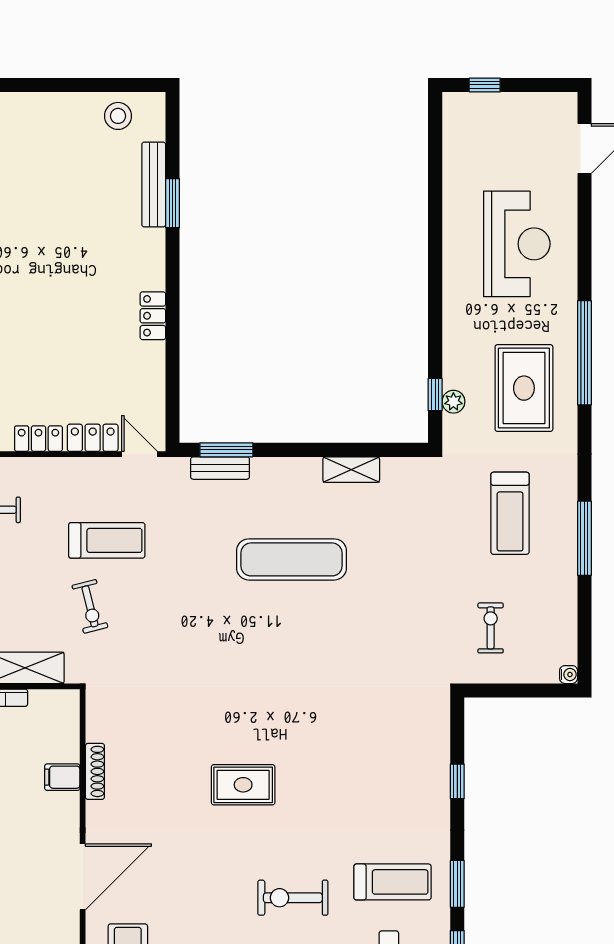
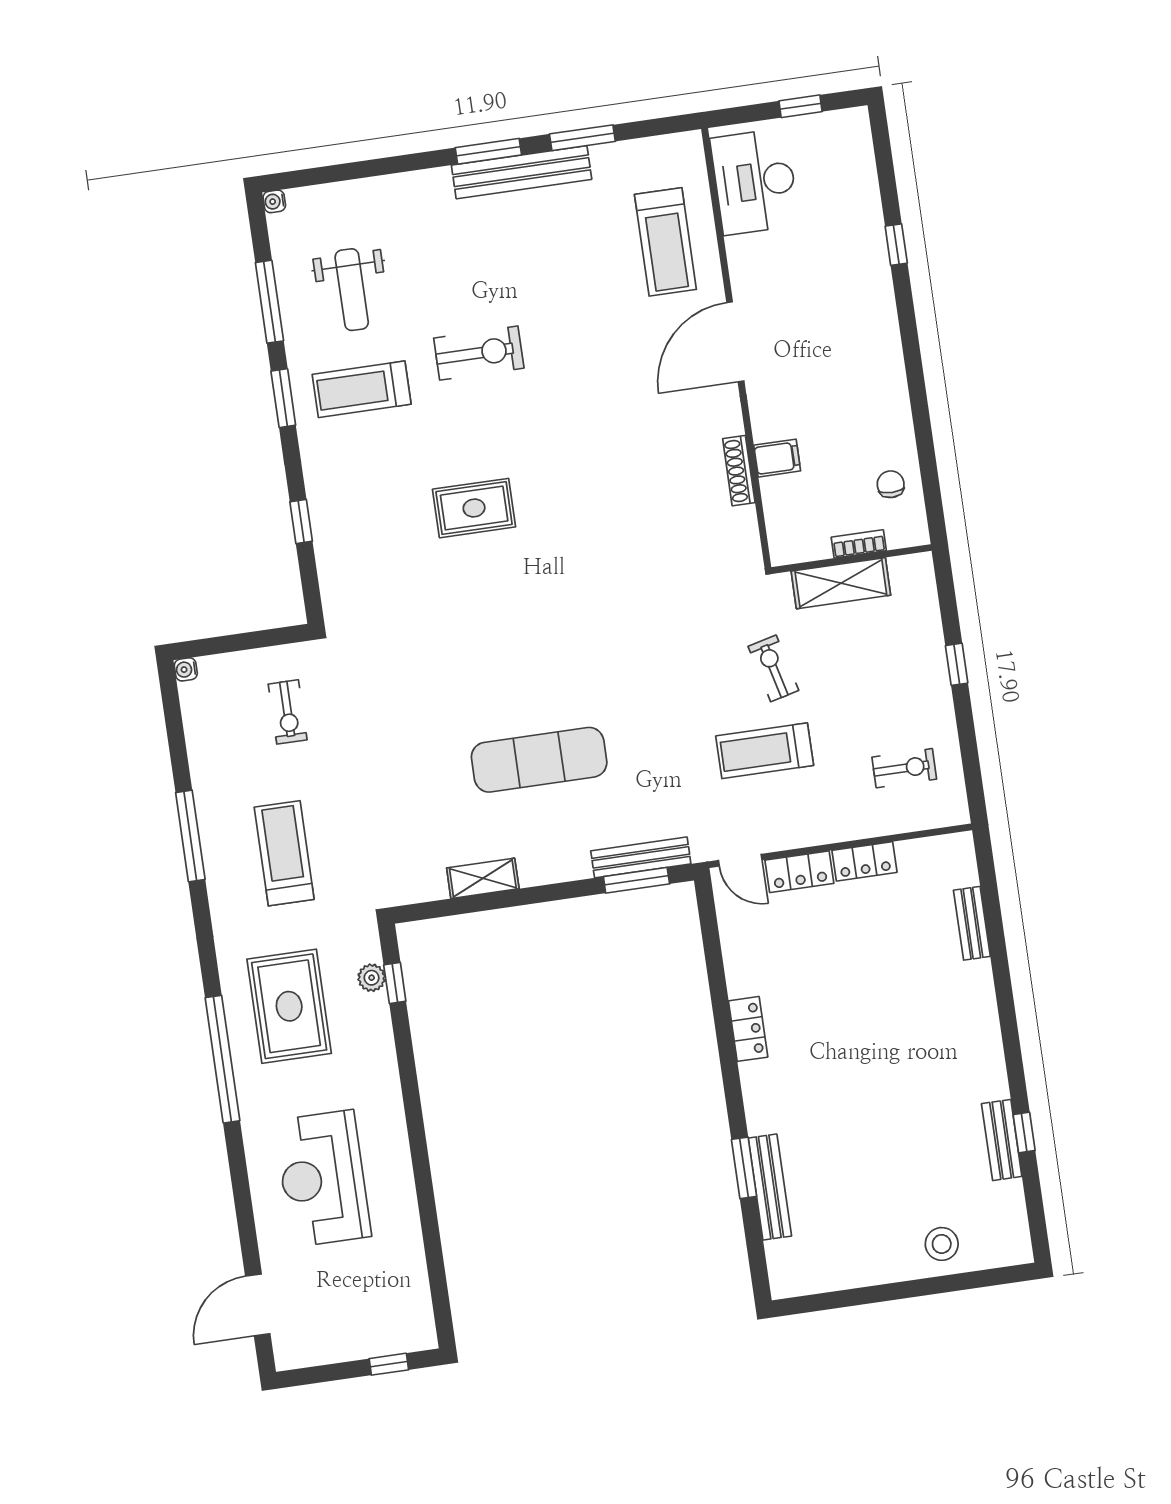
stool: (118, 116) -> (942, 1244), moved
bench: (220, 468) -> (641, 857), width x1.36
rug: (243, 785) -> (474, 508), moved

